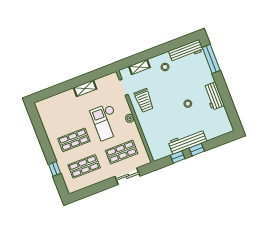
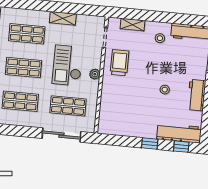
trolley: (144, 100) -> (119, 63), turned 180
shop shelf: (64, 113) -> (27, 34), added
workbench: (187, 141) -> (179, 133), moved
window: (178, 157) -> (181, 147), moved
sliding door: (128, 176) -> (61, 135), width x1.37

